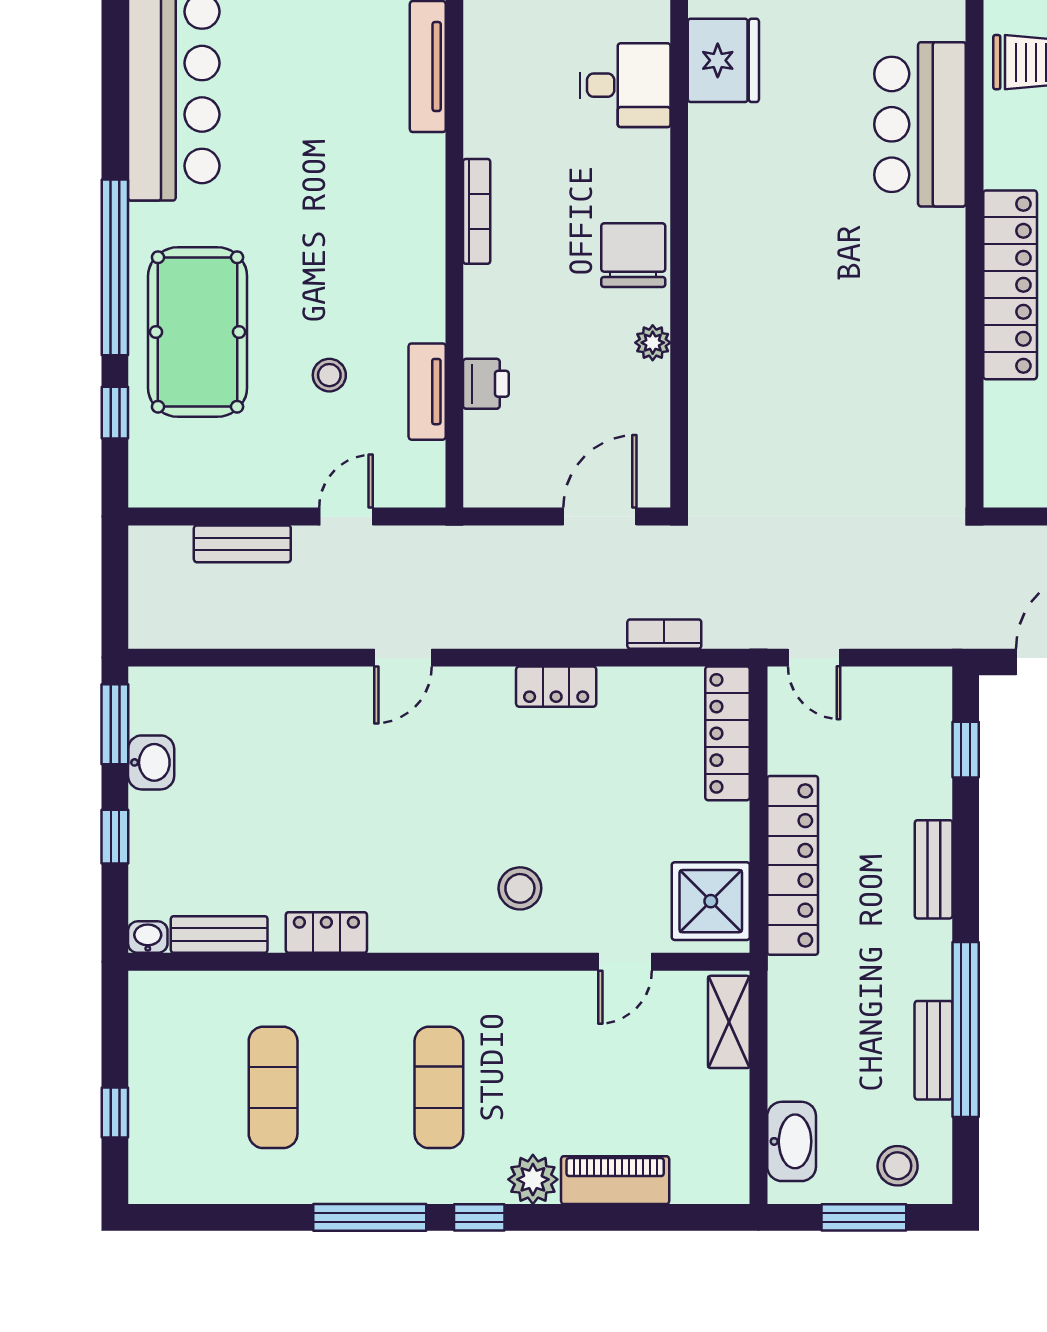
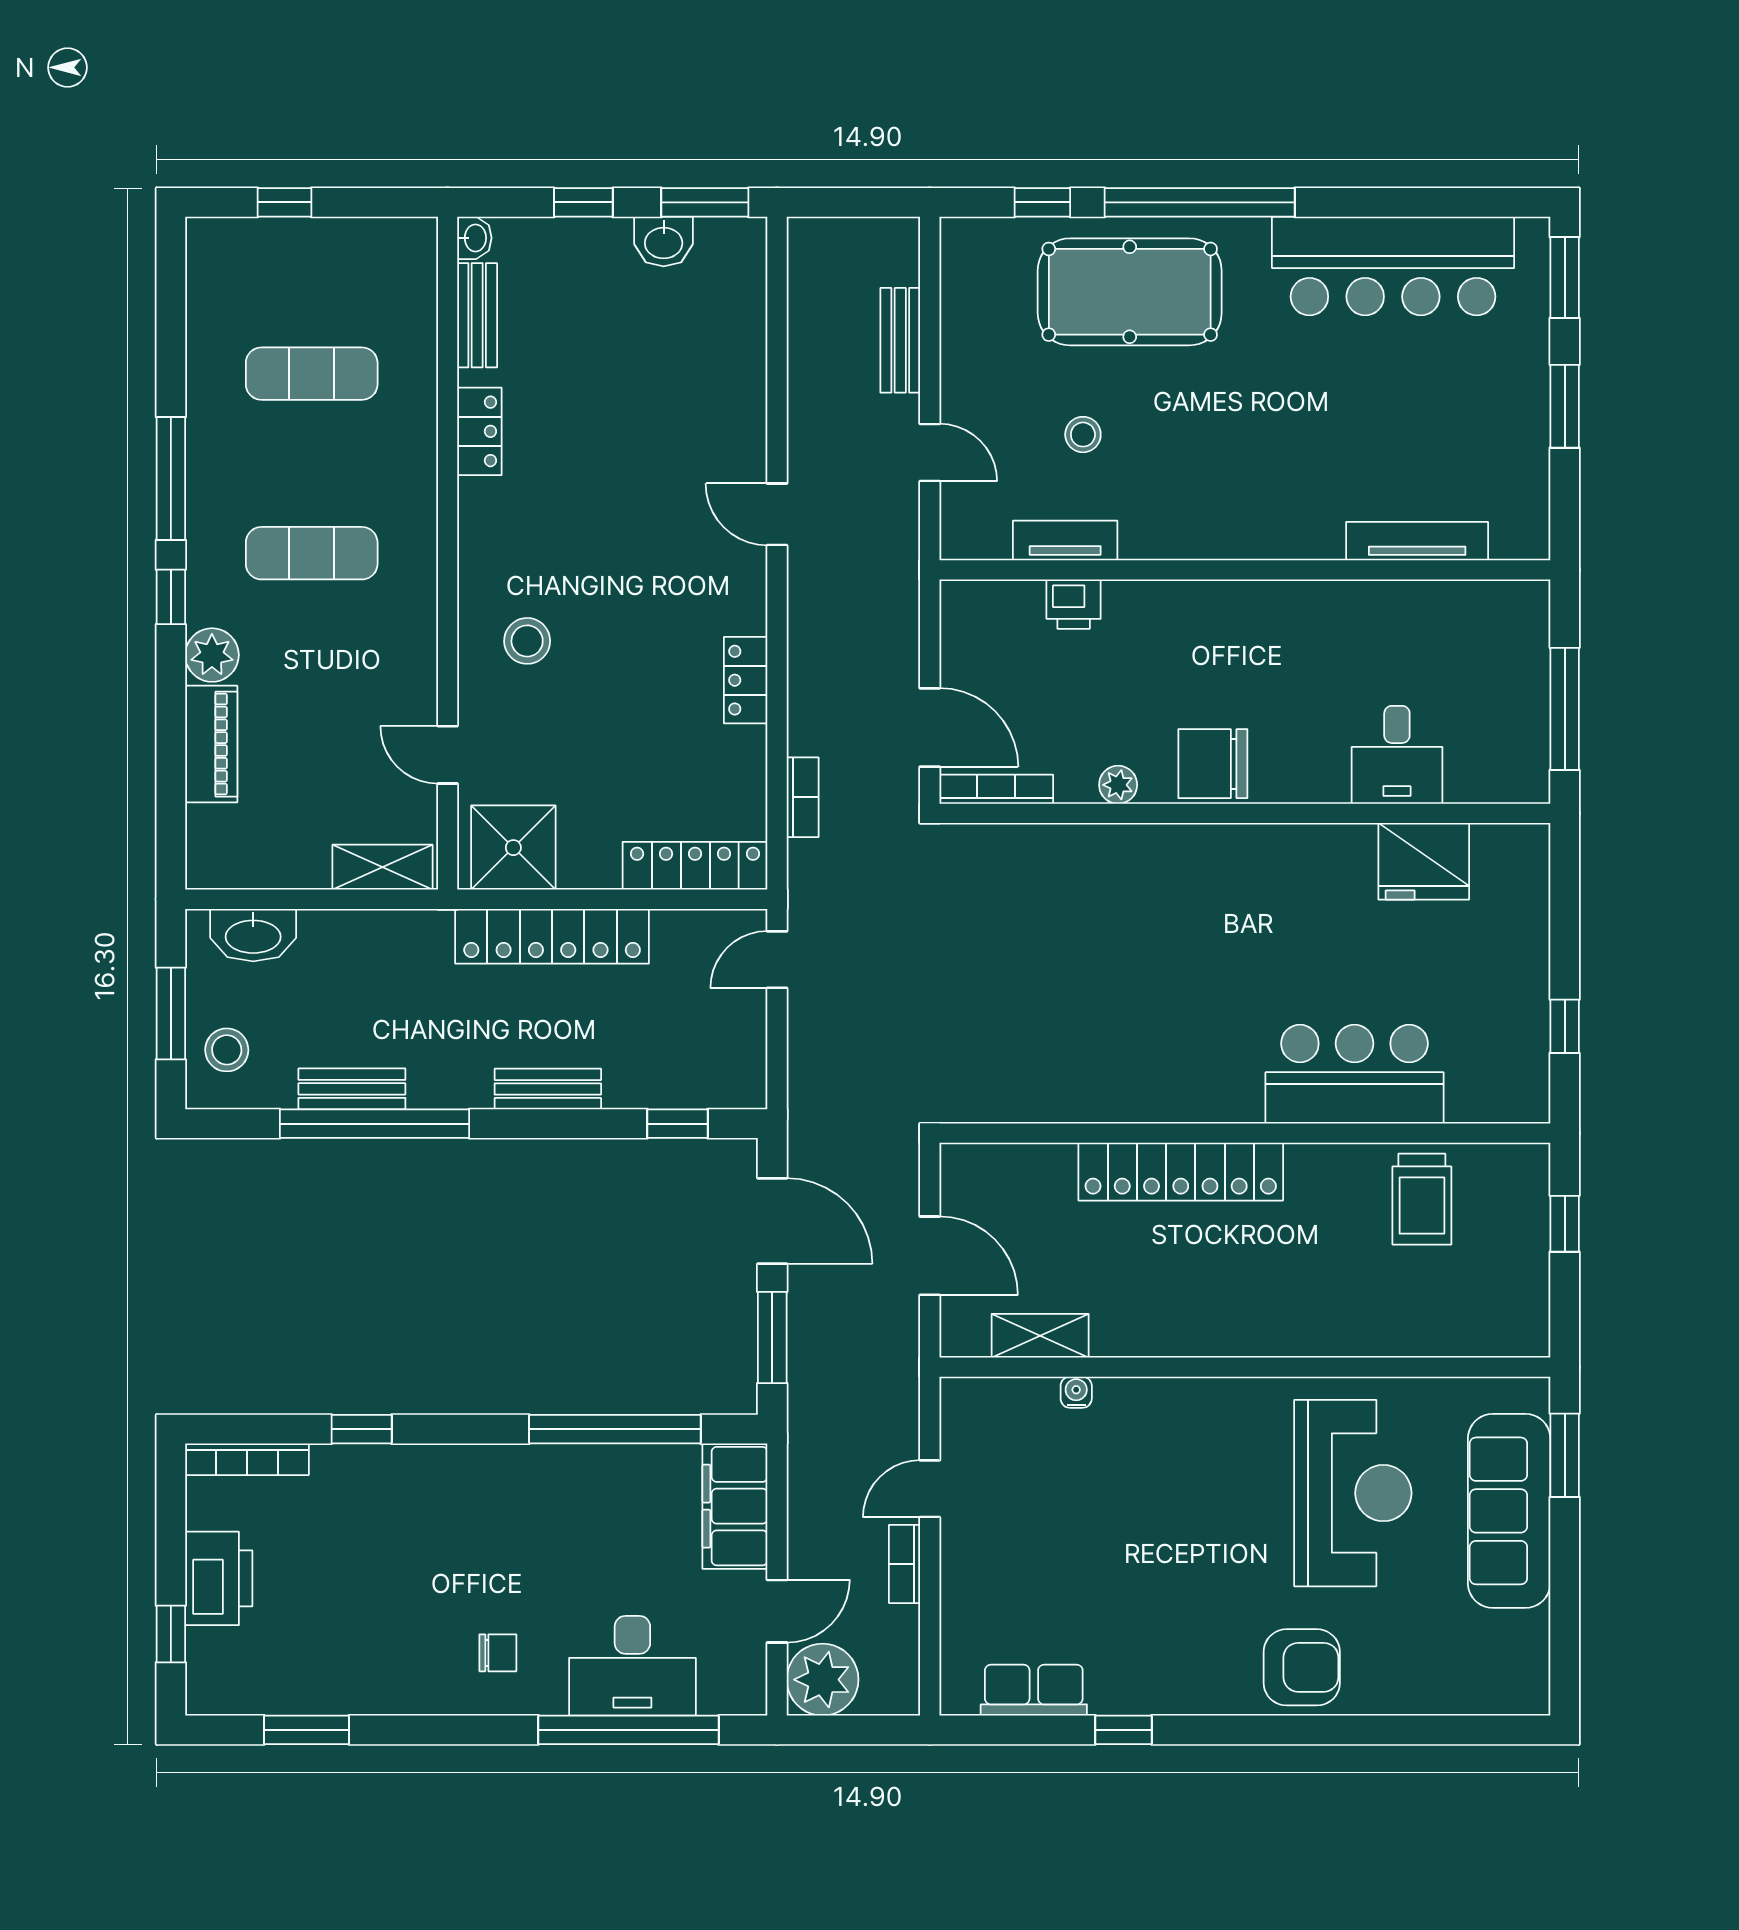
bookcase: (477, 211) -> (996, 789), moved, turned 180
chair: (633, 255) -> (1213, 764), turned 180

